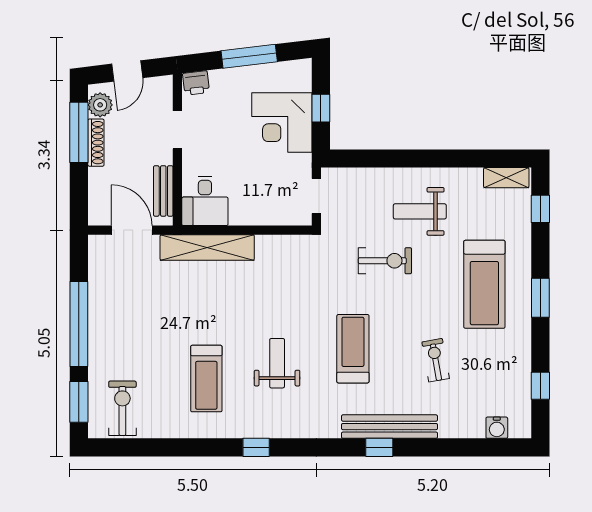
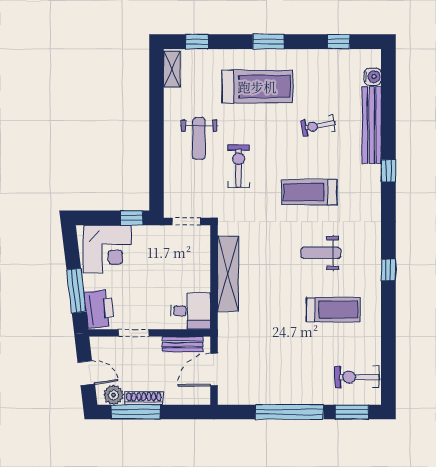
window: (249, 56) -> (76, 291), moved
printer: (196, 83) -> (99, 309), width x1.87, depth x1.48
window: (321, 108) -> (131, 218), moved
corner desk: (282, 123) -> (107, 249), moved
shelving: (207, 247) -> (228, 274), moved
bench: (389, 427) -> (372, 125), moved

